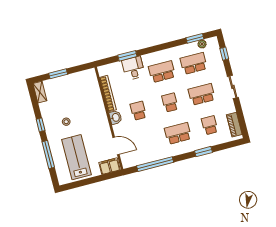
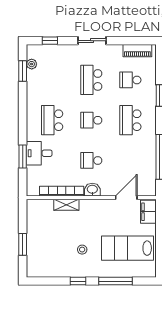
school desk: (194, 63) -> (52, 80), removed
shelving: (40, 92) -> (66, 205), moved

